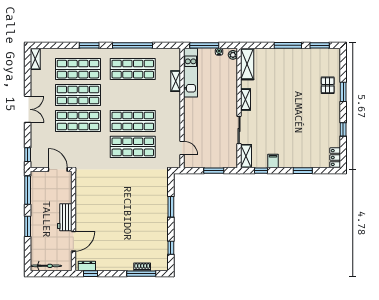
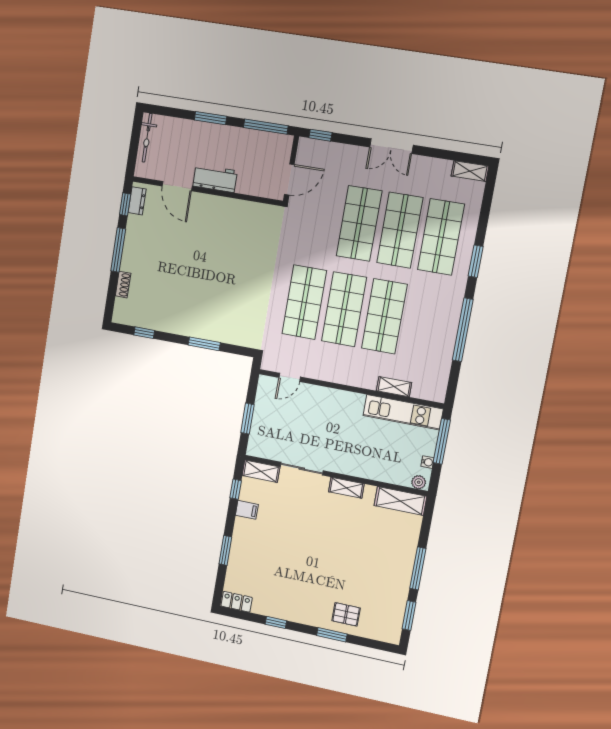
shop shelf: (133, 69) -> (384, 316), moved
window: (141, 274) -> (118, 250), moved

